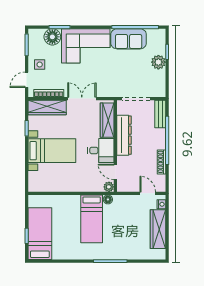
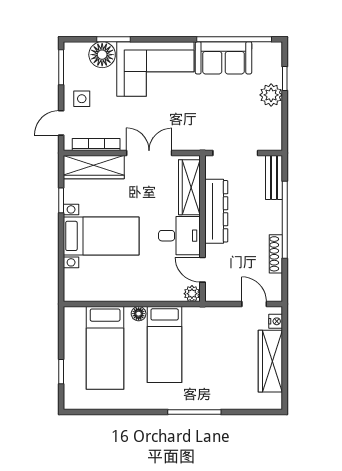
floor lamp: (108, 199) -> (139, 314), moved
bed: (40, 234) -> (105, 348), moved, turned 180

